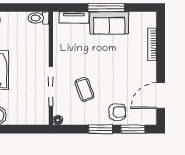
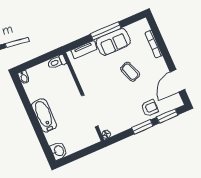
coffee table: (84, 89) -> (130, 72), moved

